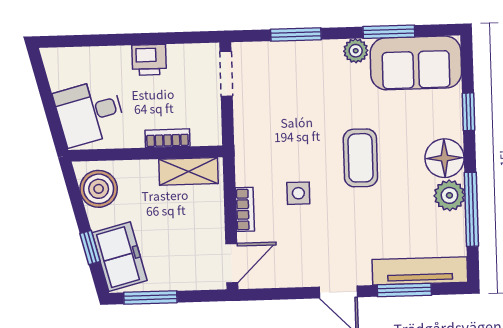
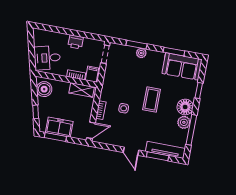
plant: (356, 51) -> (141, 53), moved
filing cabinet: (205, 128) -> (92, 74), added
freezer: (119, 257) -> (59, 127), moved, turned -76

